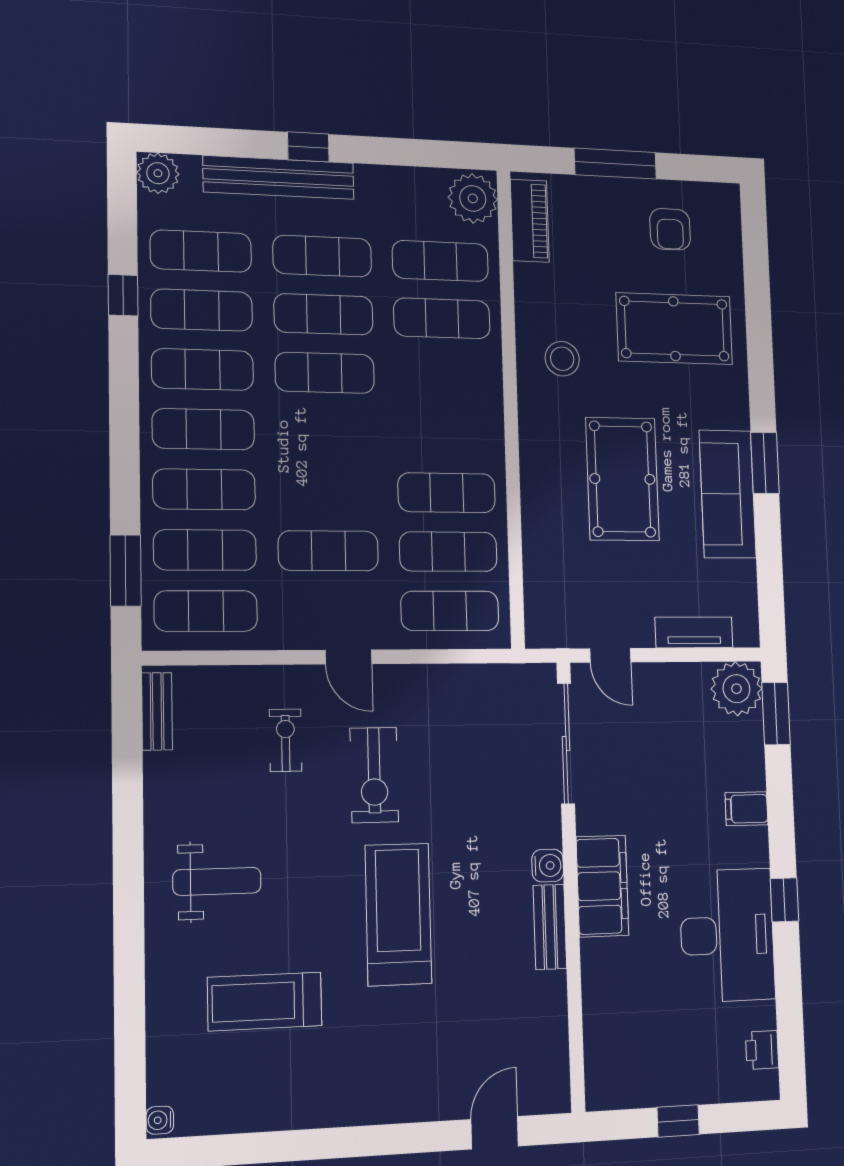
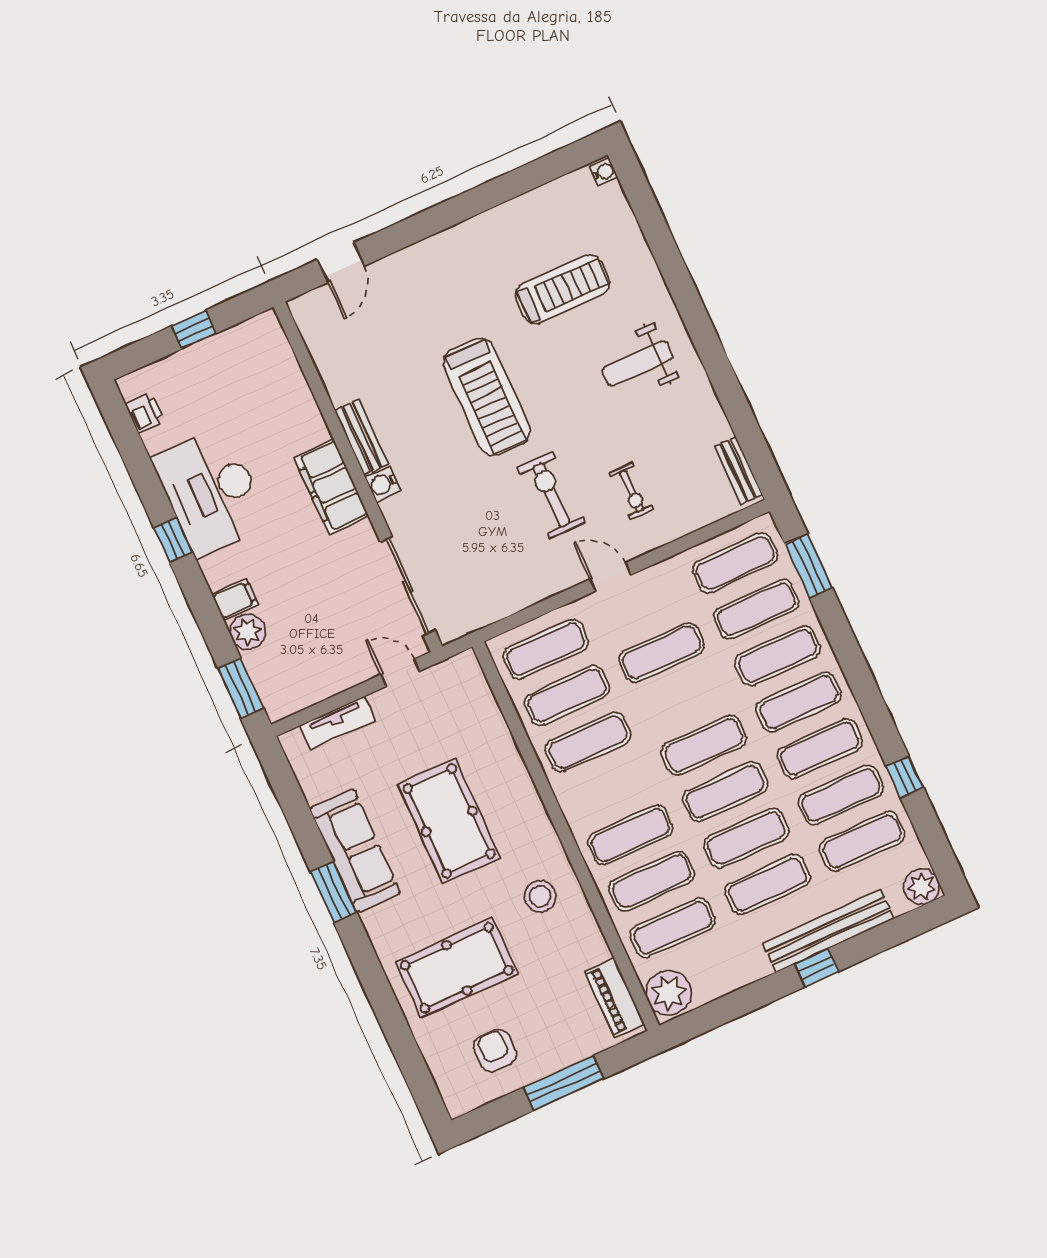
exercise mat: (443, 376) -> (630, 835), added
exercise mat: (326, 432) -> (704, 745), added
plant: (736, 689) -> (248, 632), moved, width x0.73, depth x0.73

